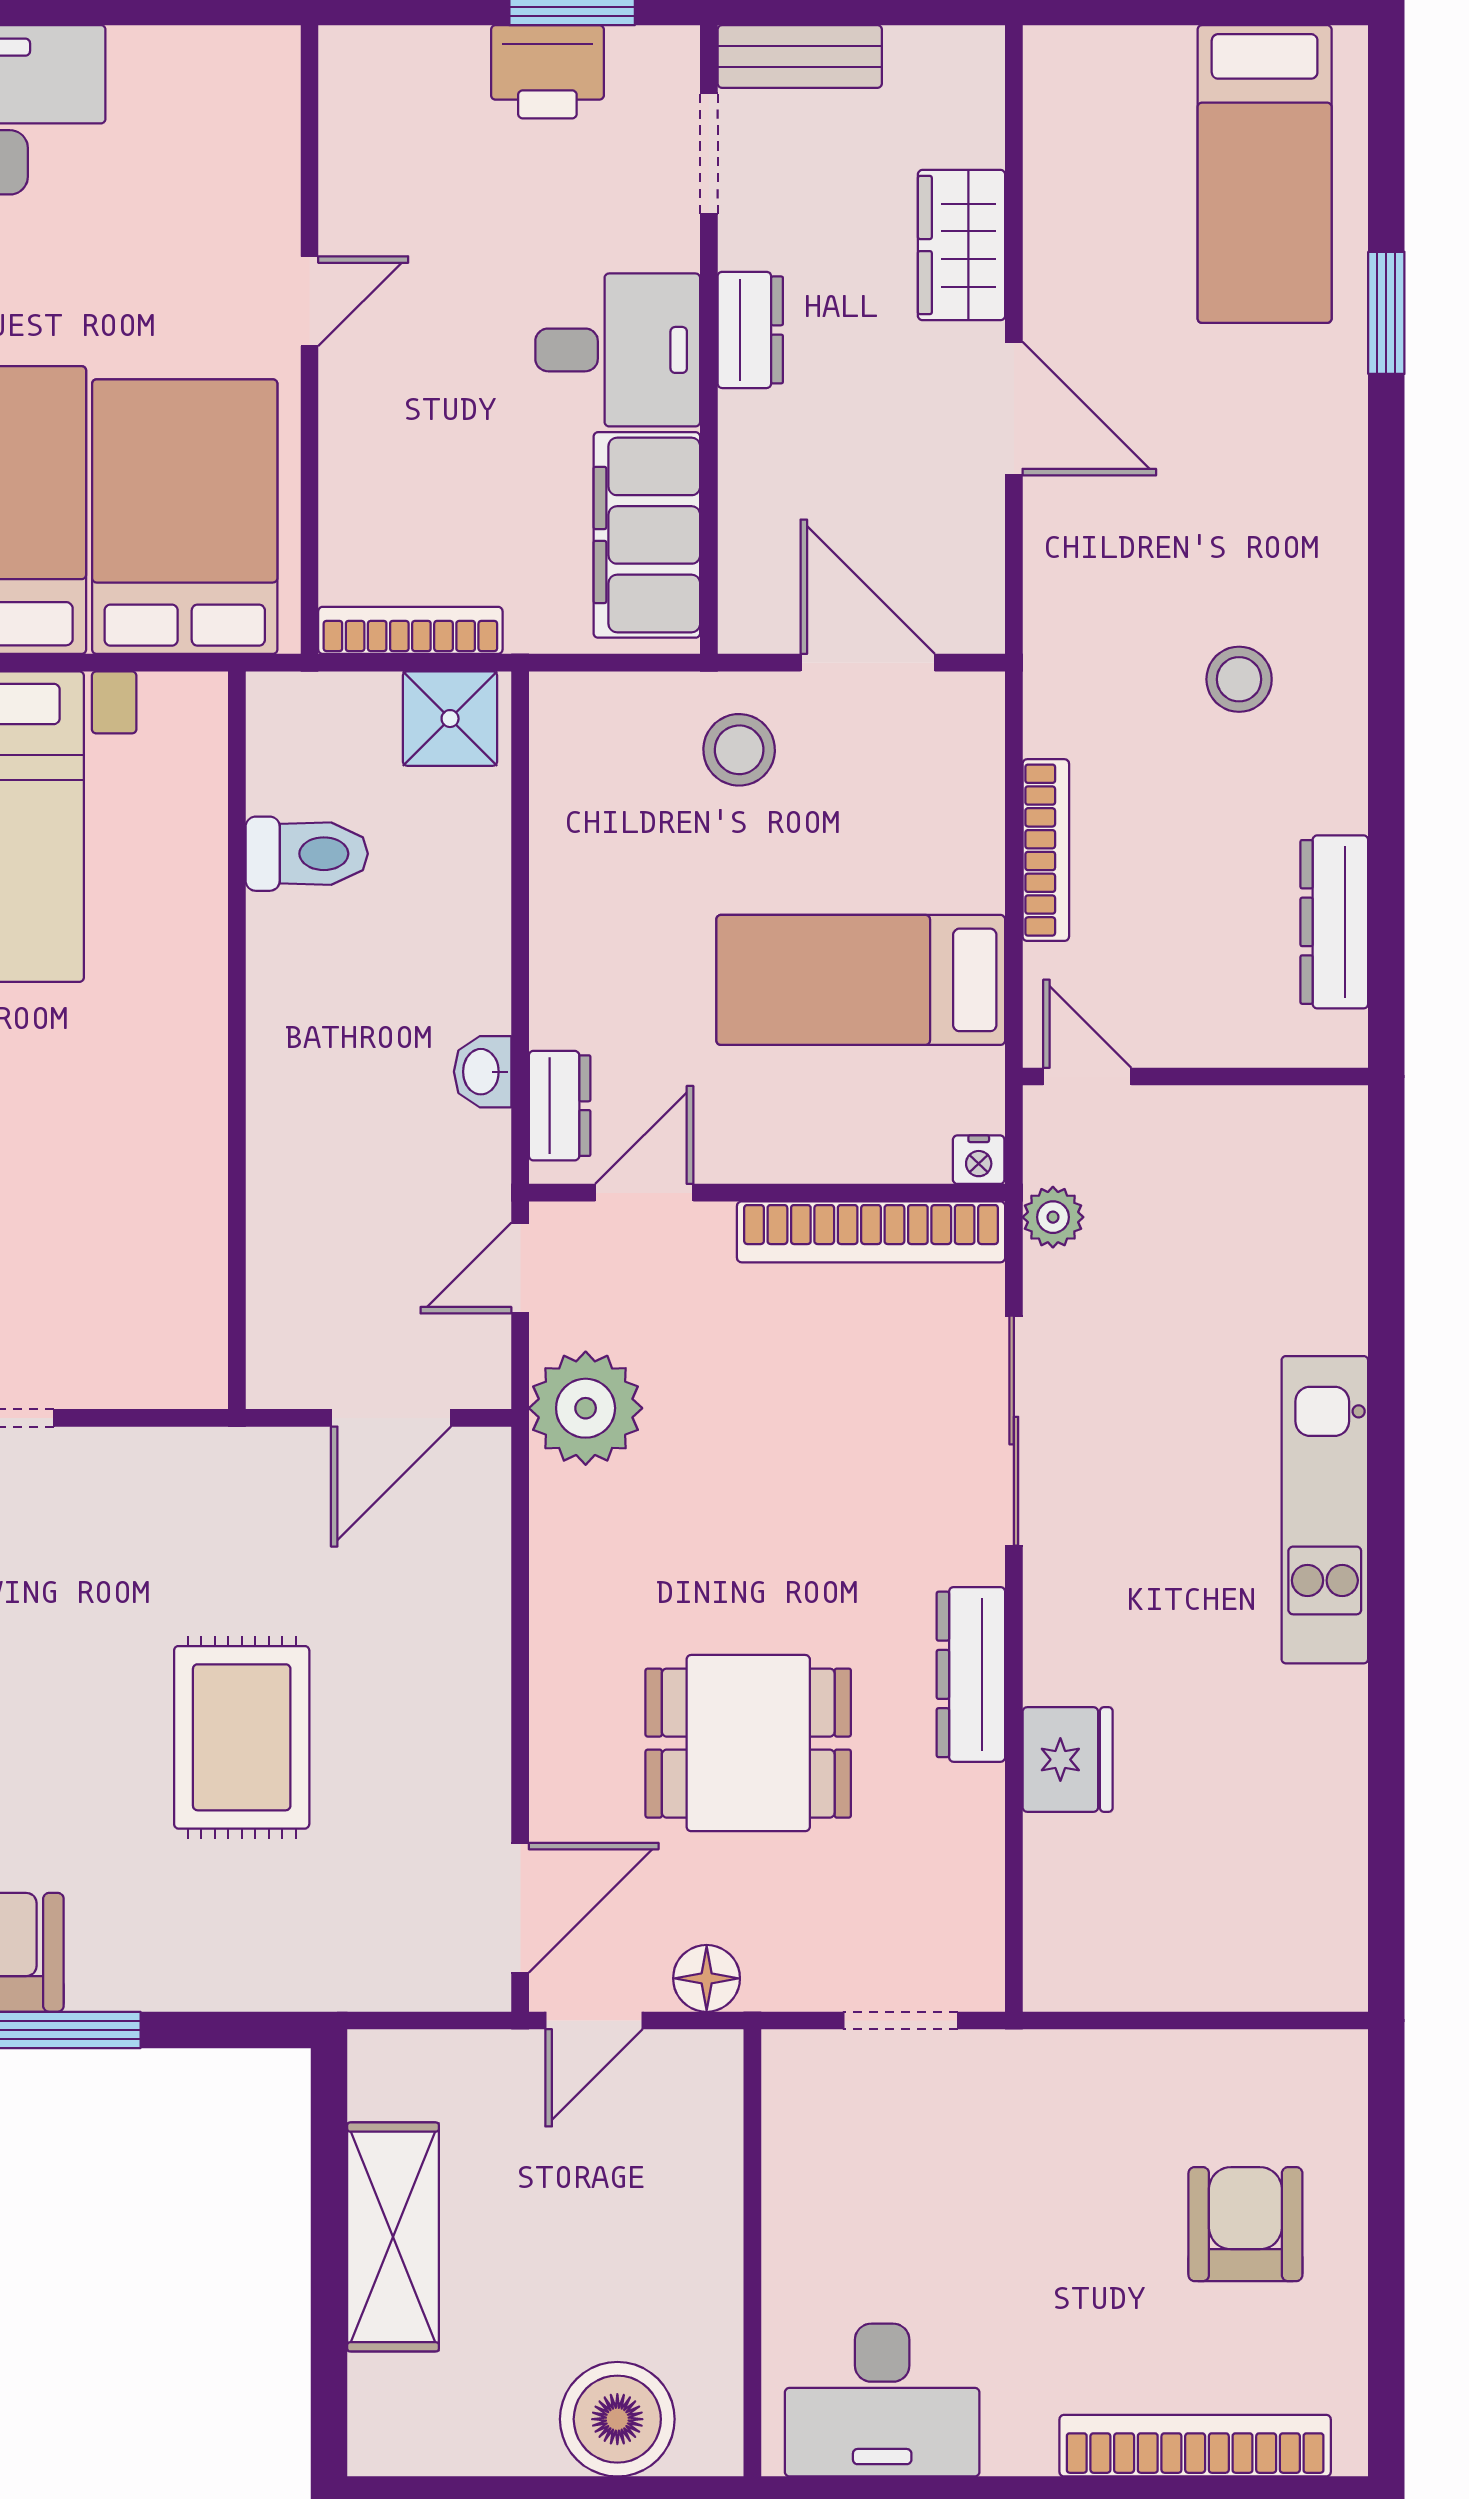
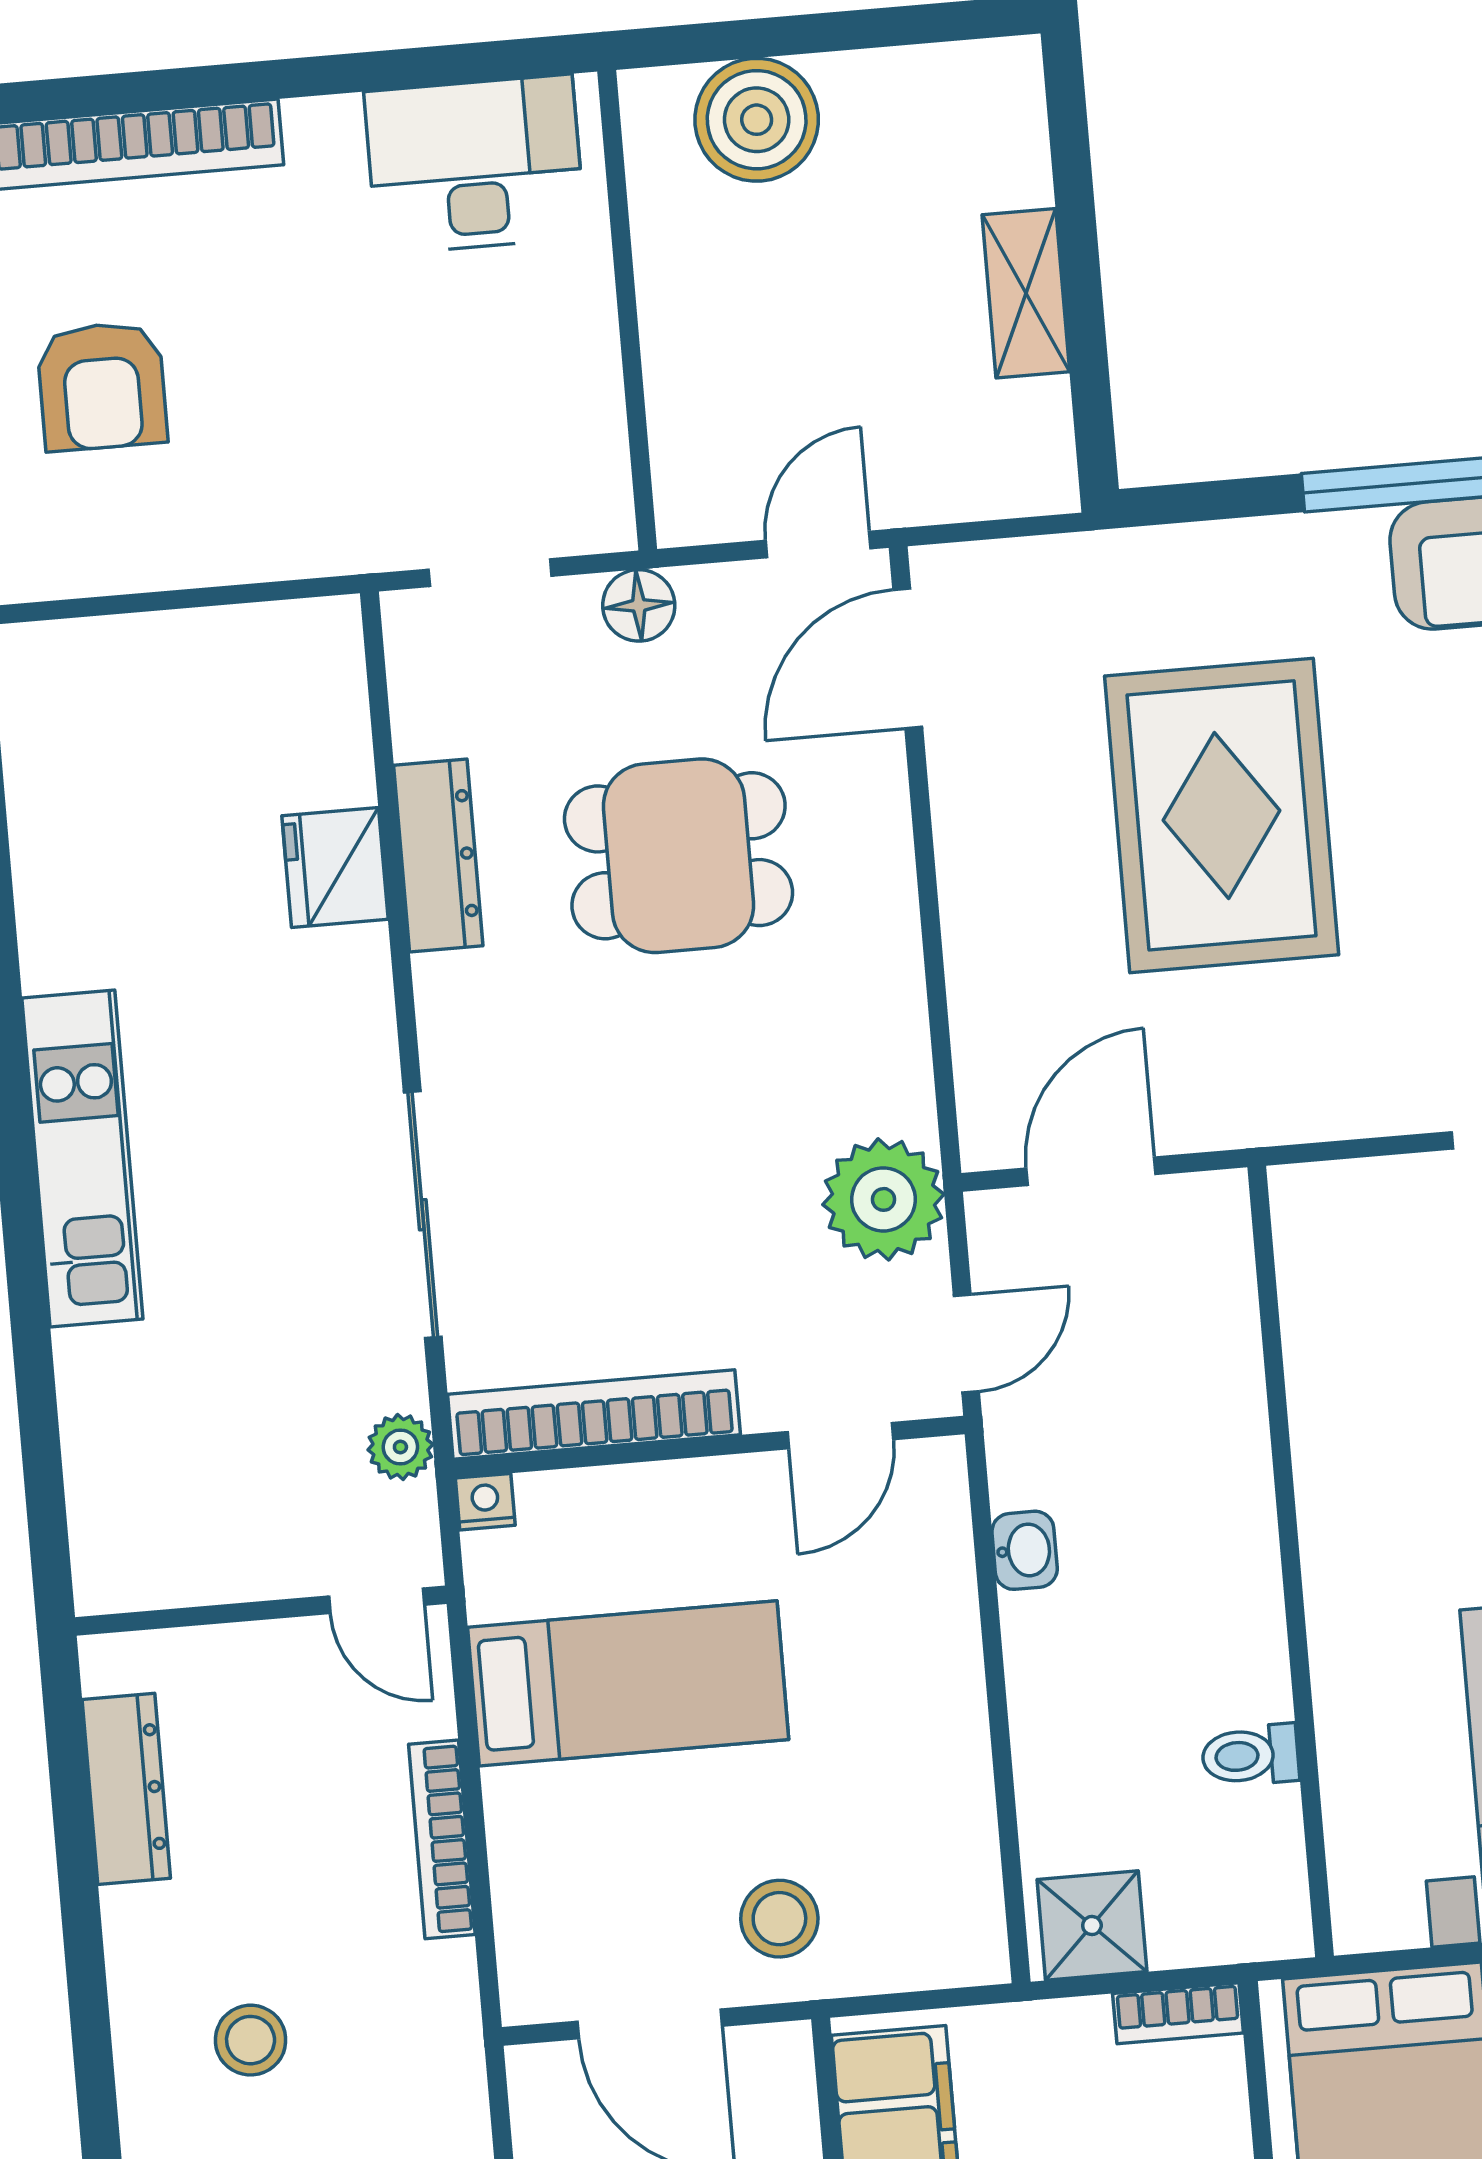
bookcase: (410, 630) -> (1178, 2013), width x0.64
toilet: (307, 854) -> (1250, 1755), width x0.73, depth x0.72
dresser: (560, 1106) -> (939, 1521), removed
dresser: (971, 1674) -> (438, 856), moved
rug: (242, 1737) -> (1222, 815), width x1.37, depth x1.44
floor lamp: (707, 1978) -> (639, 605), moved
shelving: (393, 2237) -> (1026, 293), width x0.67, depth x0.75

